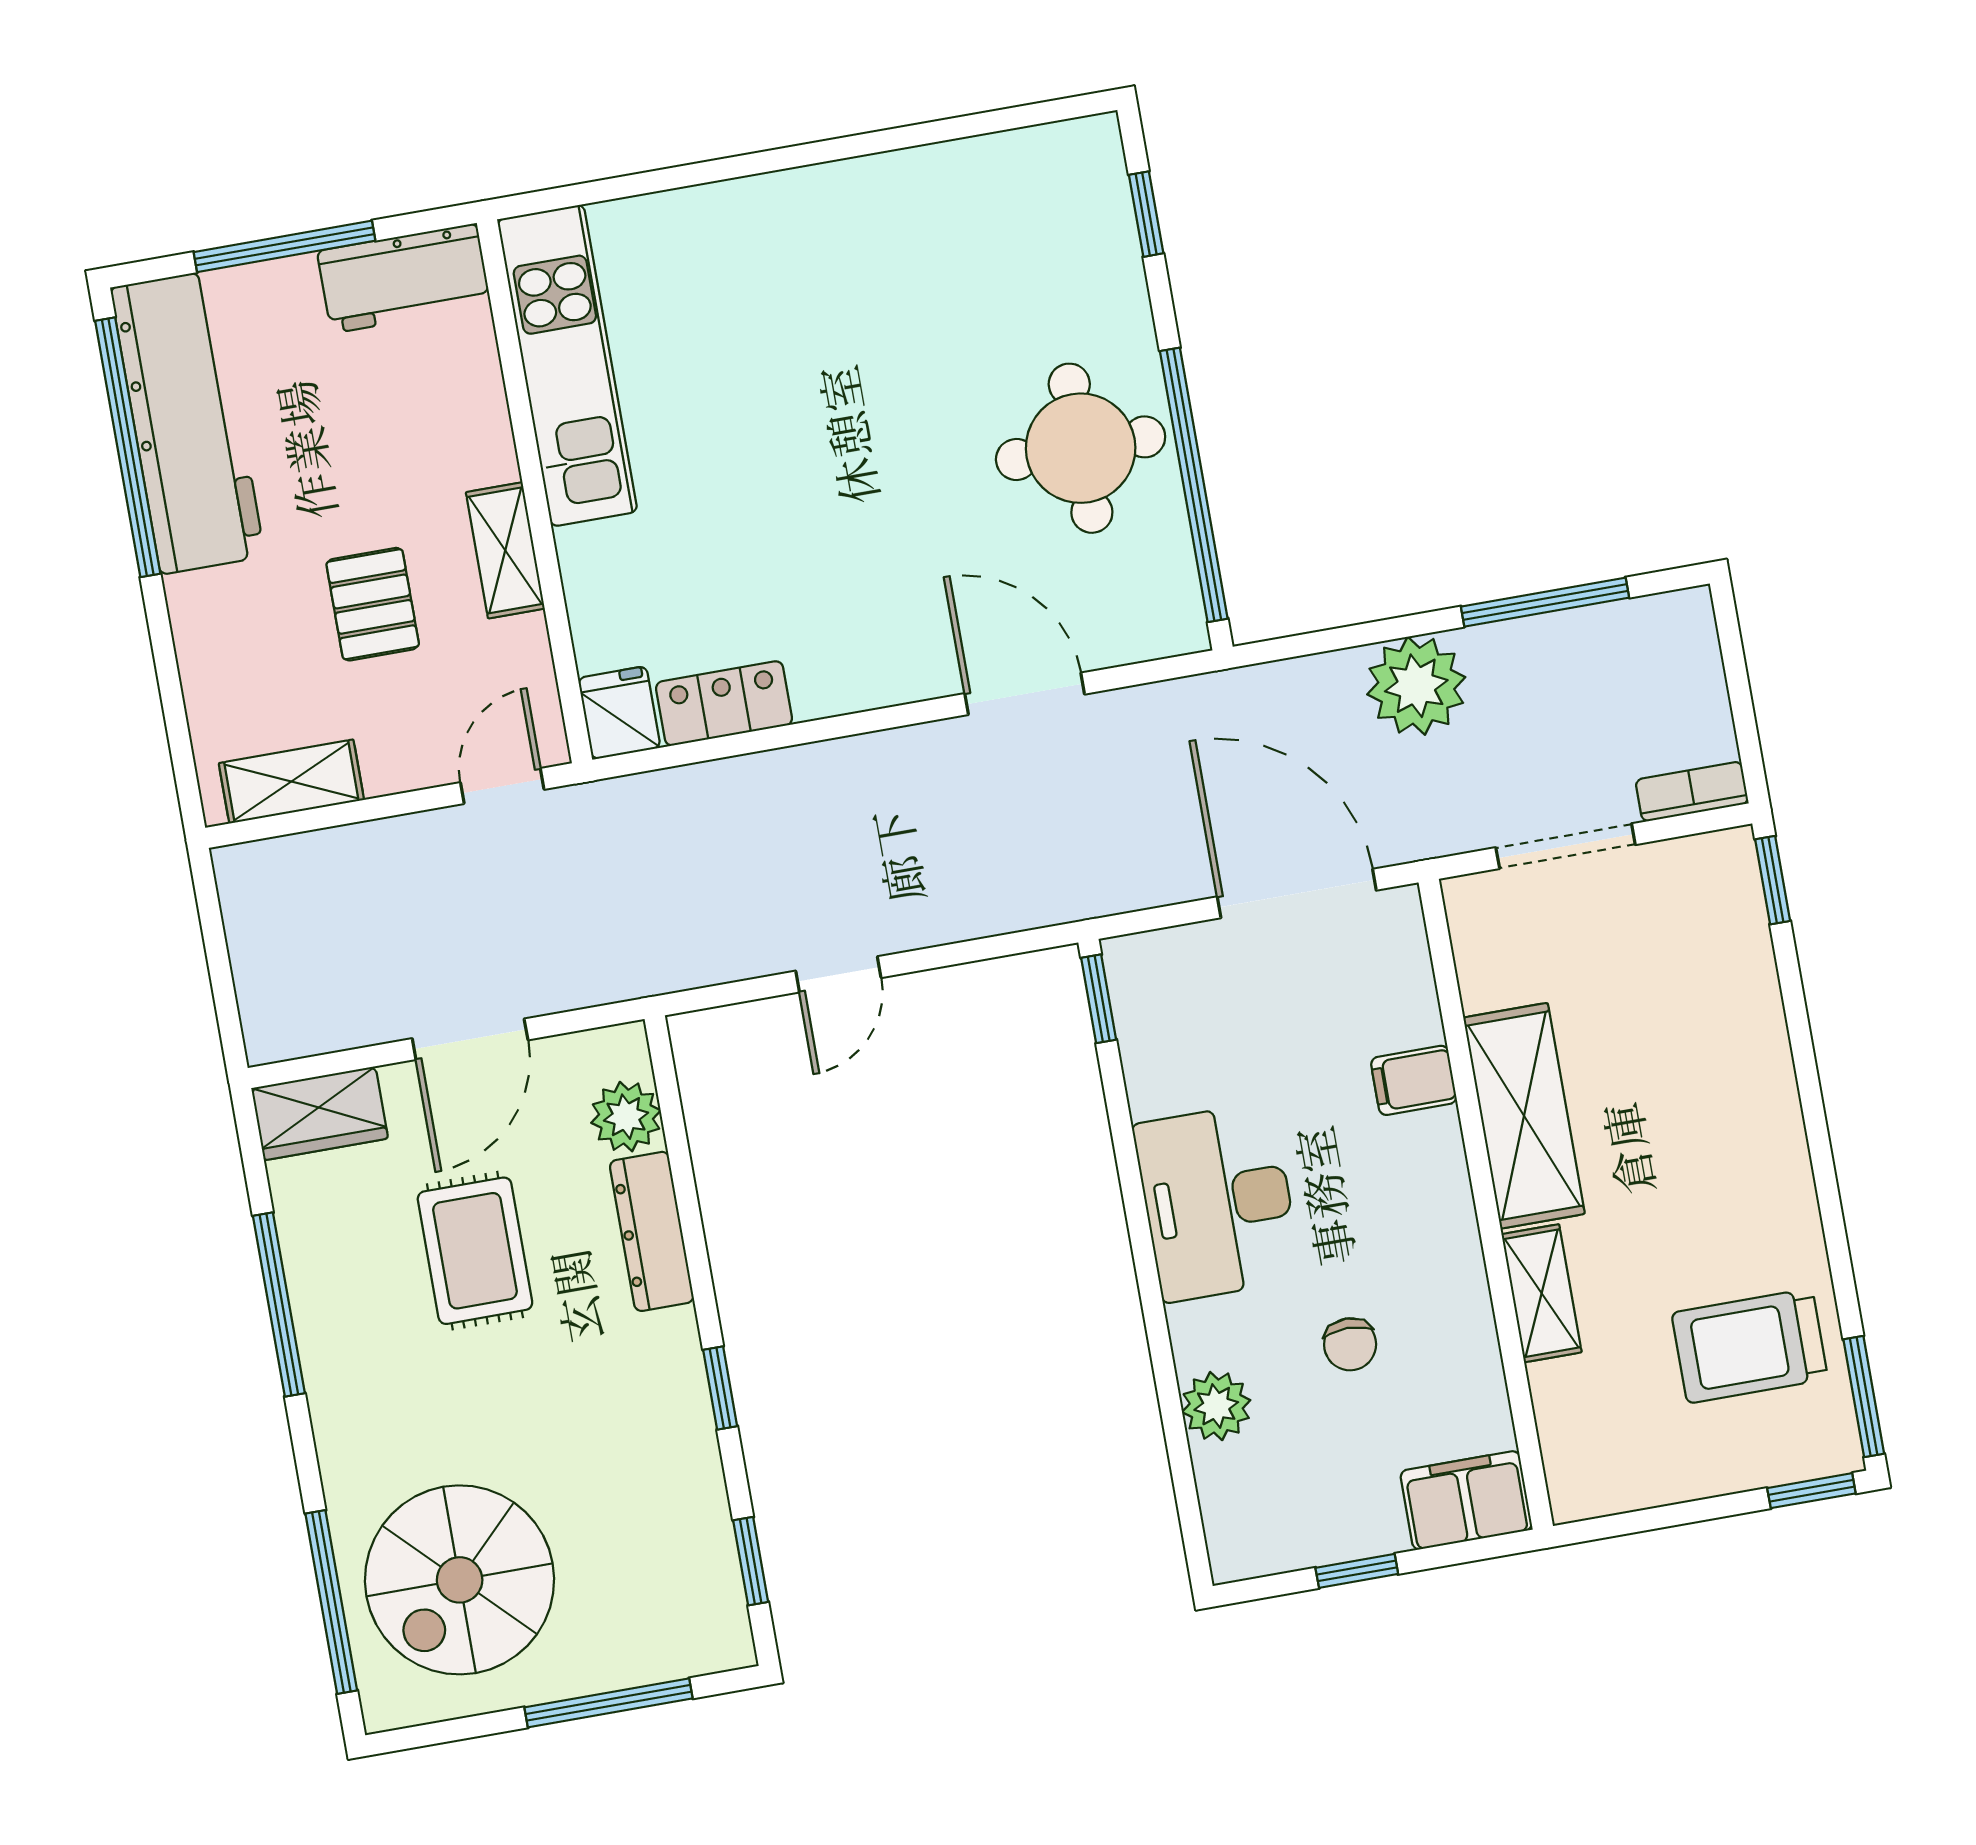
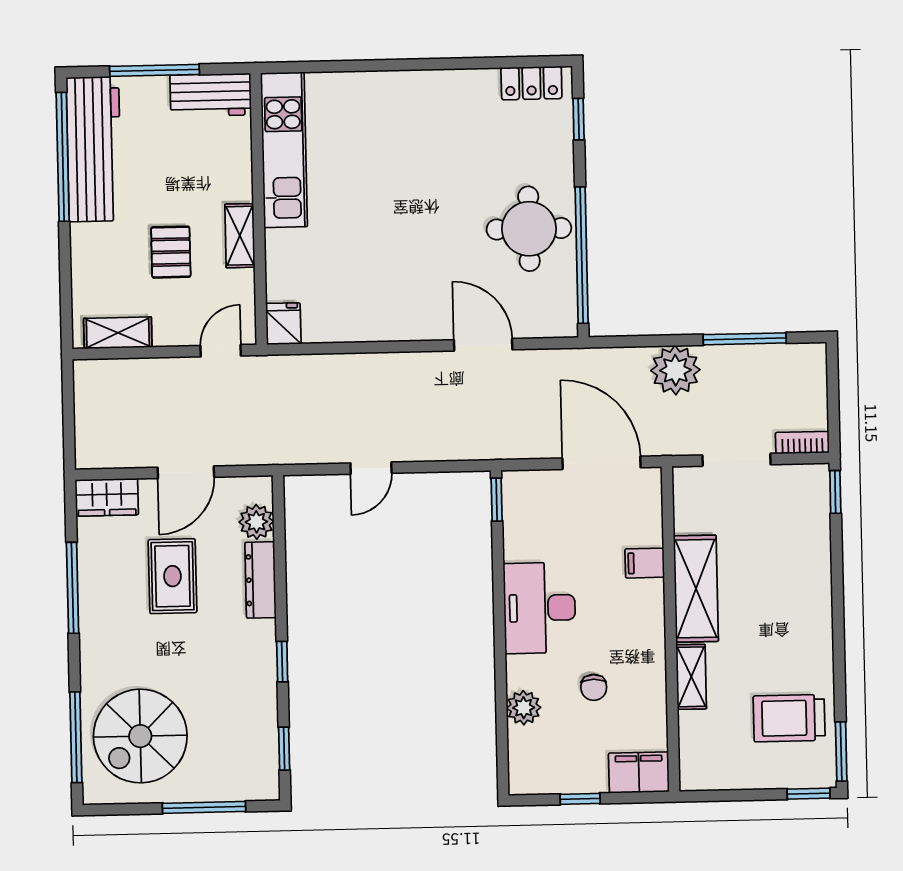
locker: (724, 703) -> (531, 83), moved, turned 180

